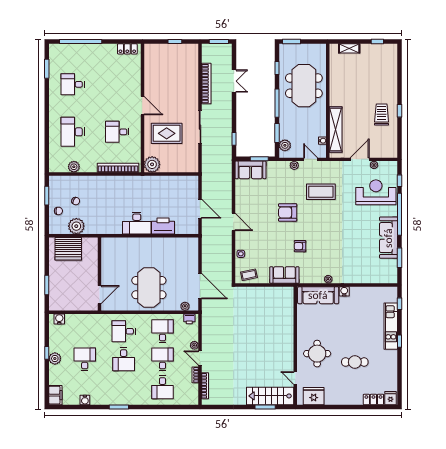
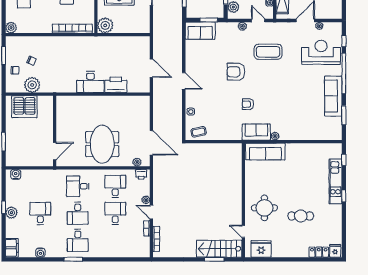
plant: (74, 167) -> (11, 28), moved
sofa: (284, 275) -> (256, 132), moved
water cooler: (344, 291) -> (291, 148), removed
desk: (162, 387) -> (78, 240), moved

